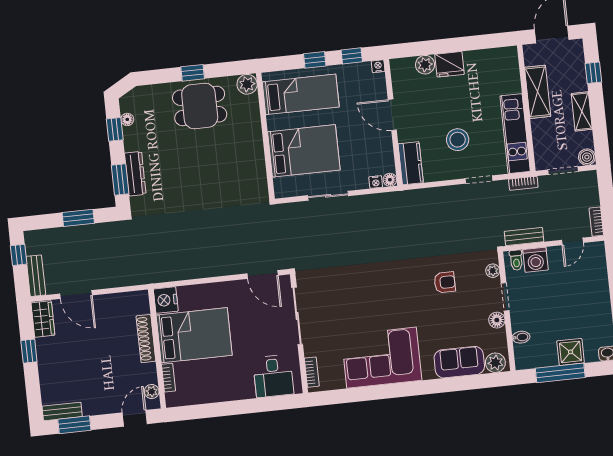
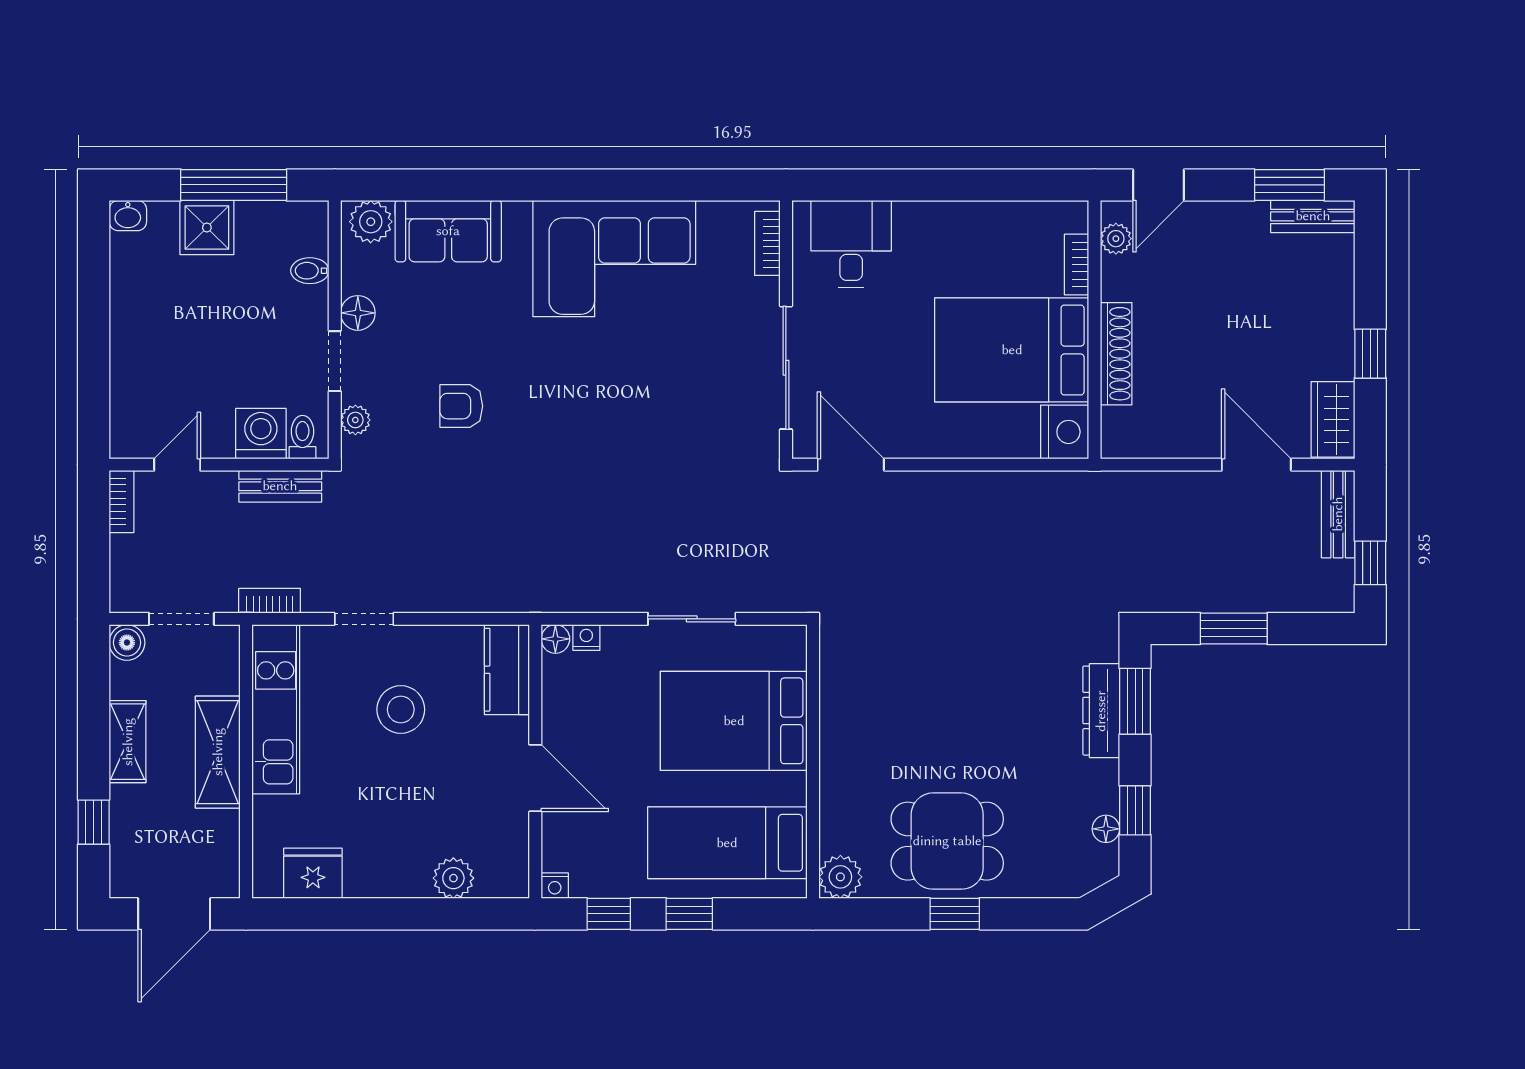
fridge: (450, 64) -> (313, 873), moved
shelving: (538, 92) -> (218, 752), moved

